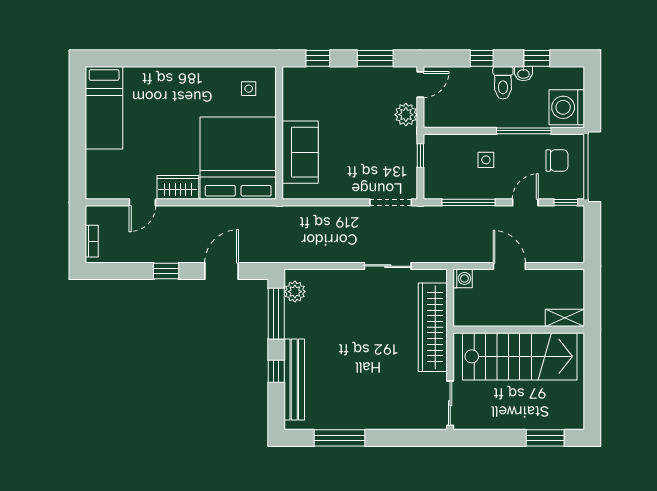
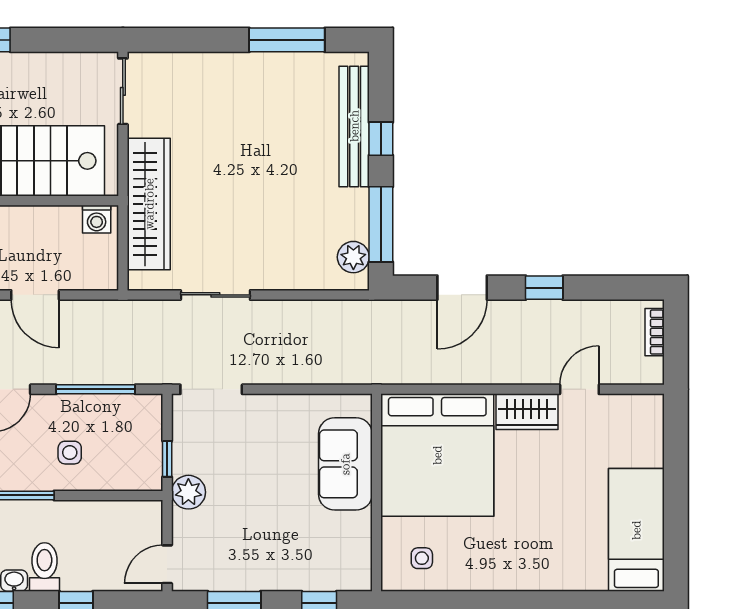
plant: (406, 115) -> (188, 492), moved
washing machine: (463, 278) -> (97, 219), moved, turned -90

